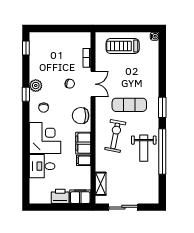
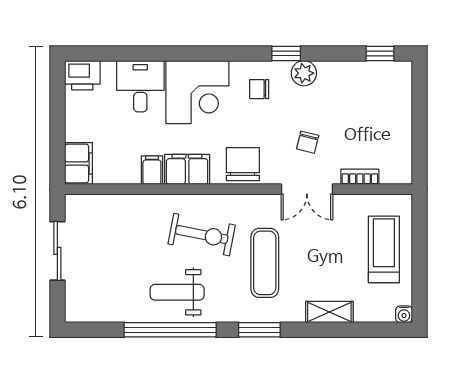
shelving: (101, 184) -> (329, 312), moved
printer: (60, 196) -> (82, 75), moved, turned 90

